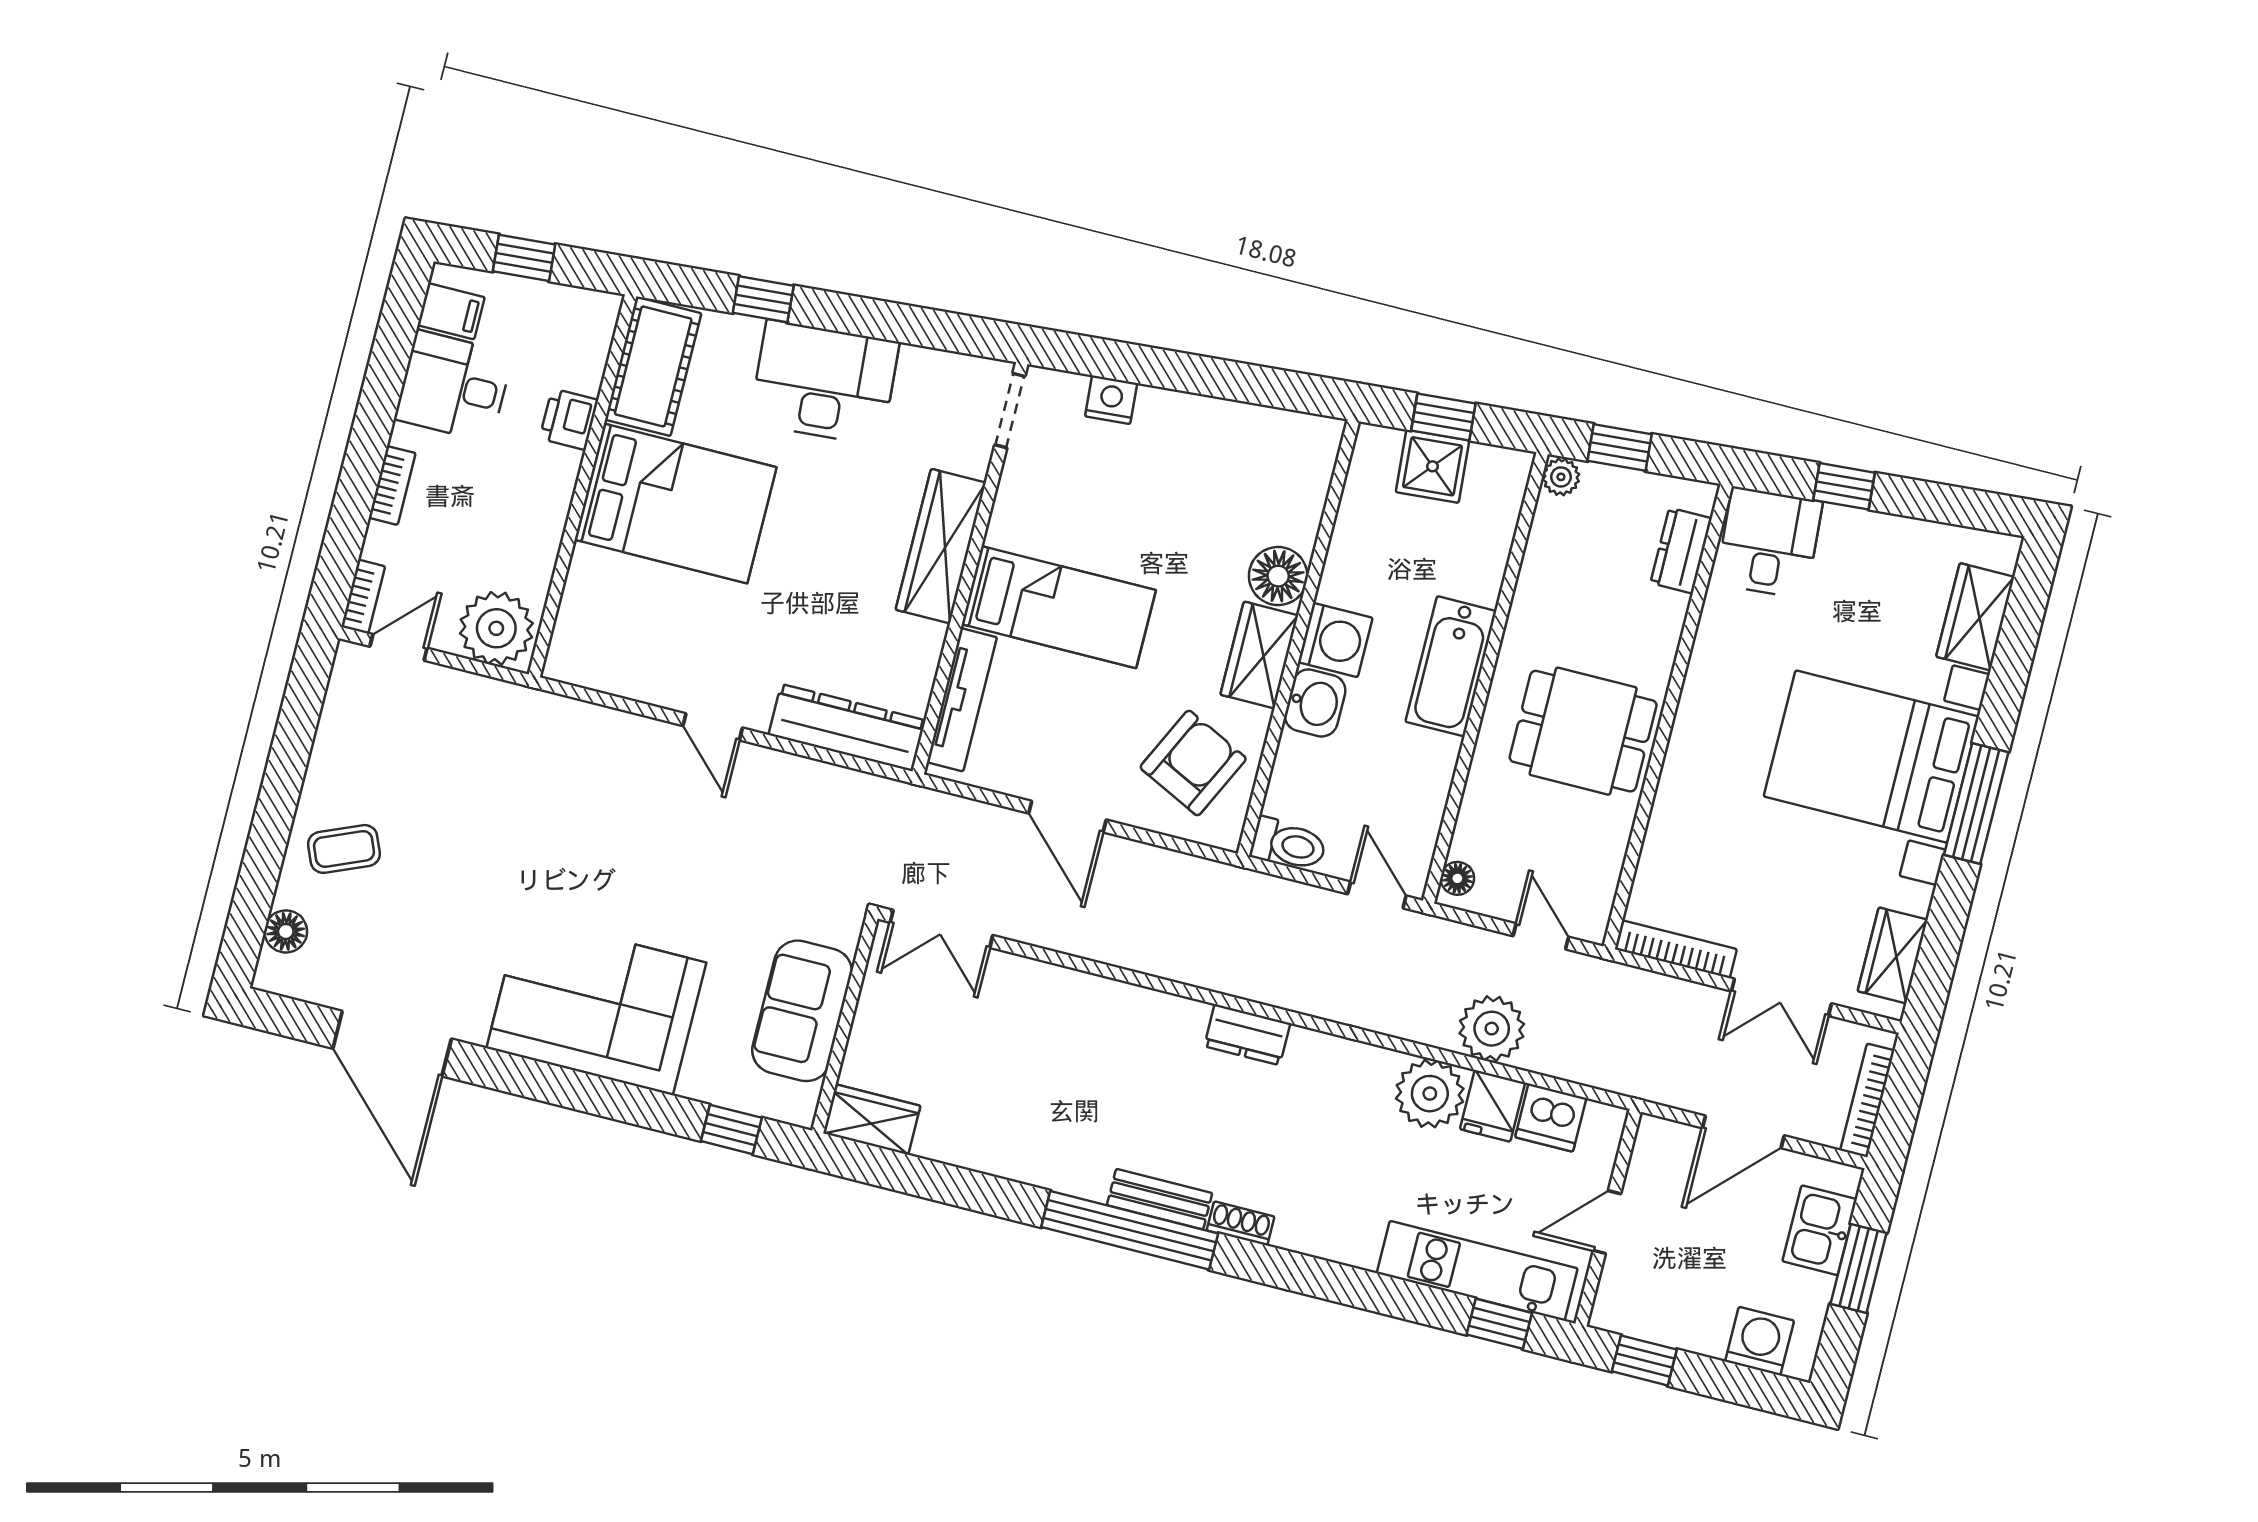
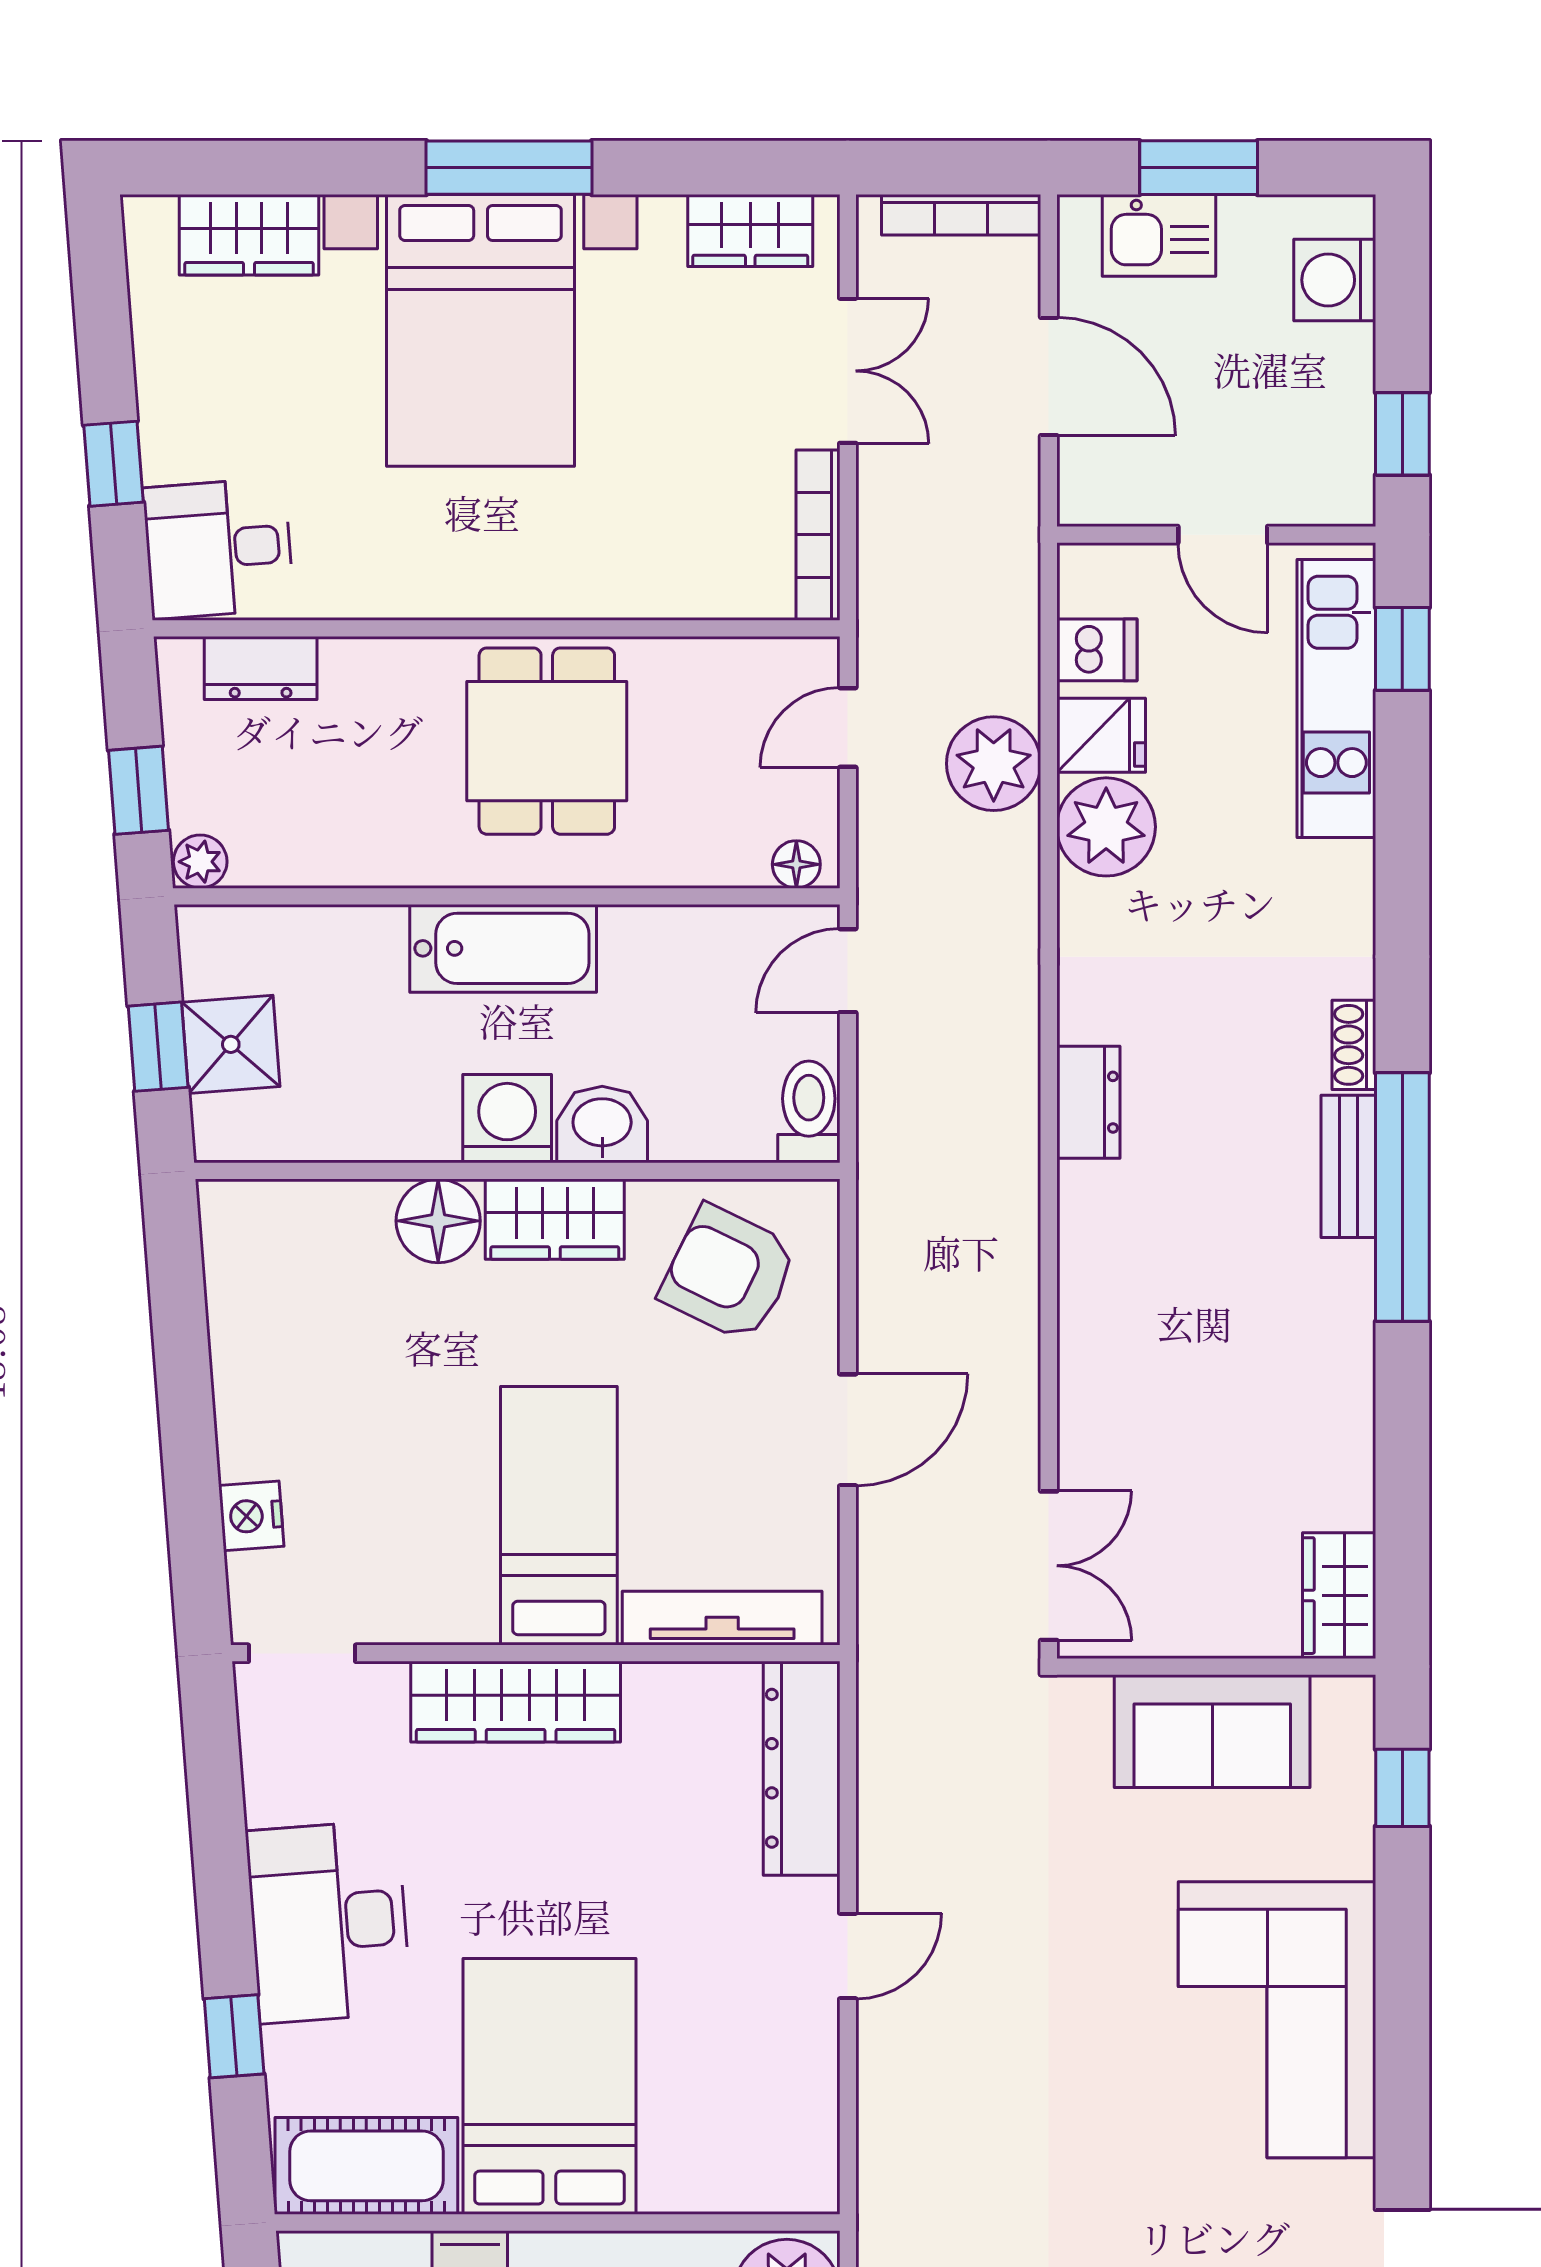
dishwasher: (1551, 1118) -> (1097, 650), width x0.73

